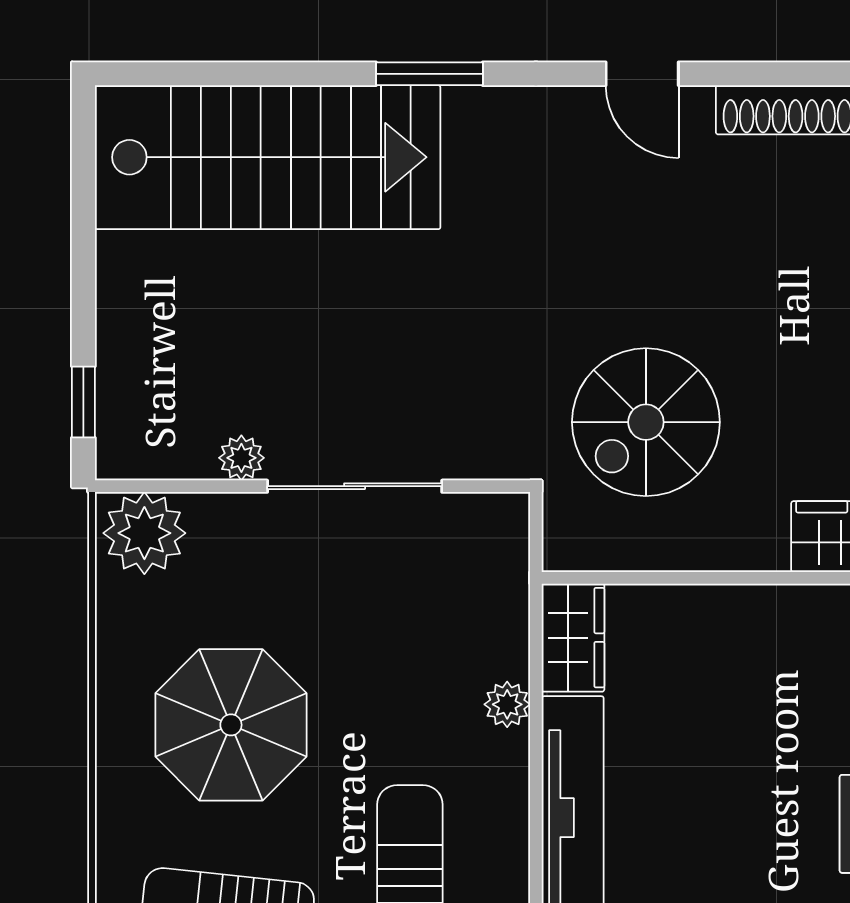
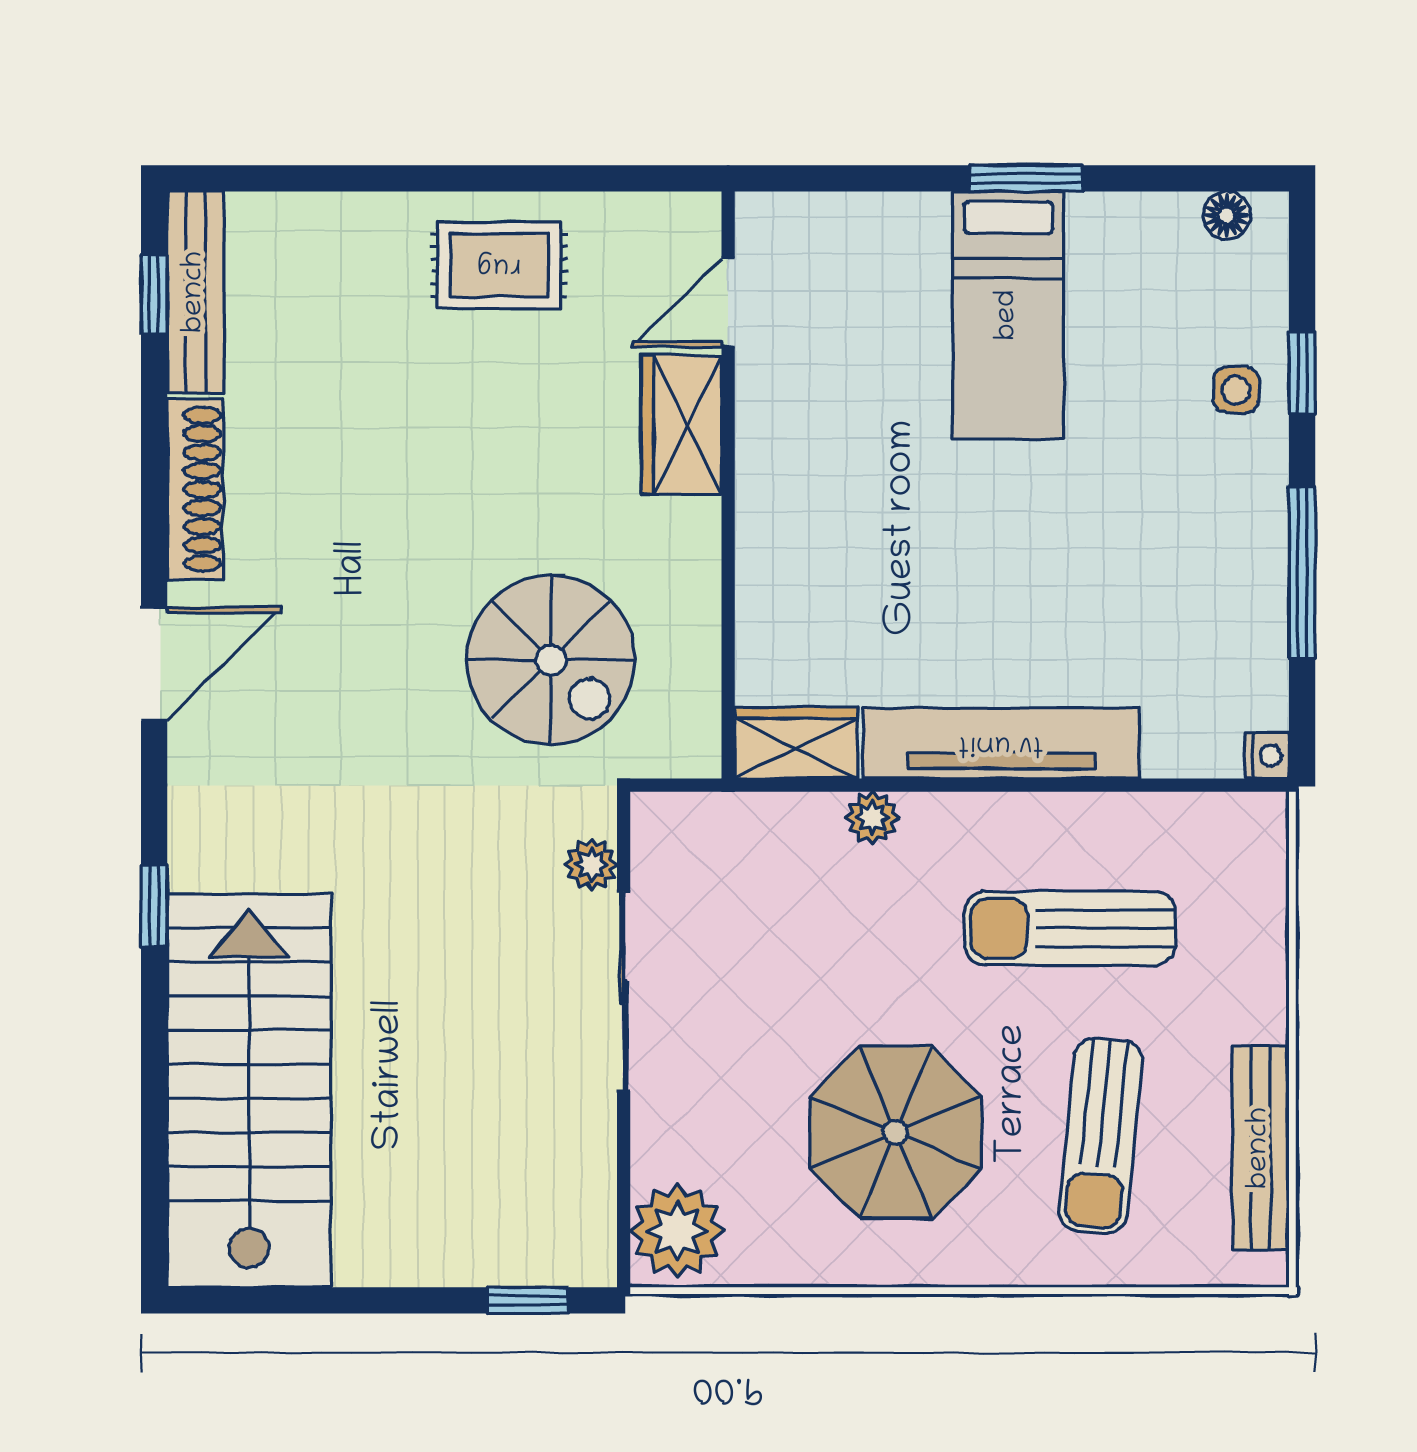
window: (429, 74) -> (154, 906), width x0.67
door: (642, 74) -> (154, 664), width x1.38
plant: (241, 458) -> (591, 864), moved

